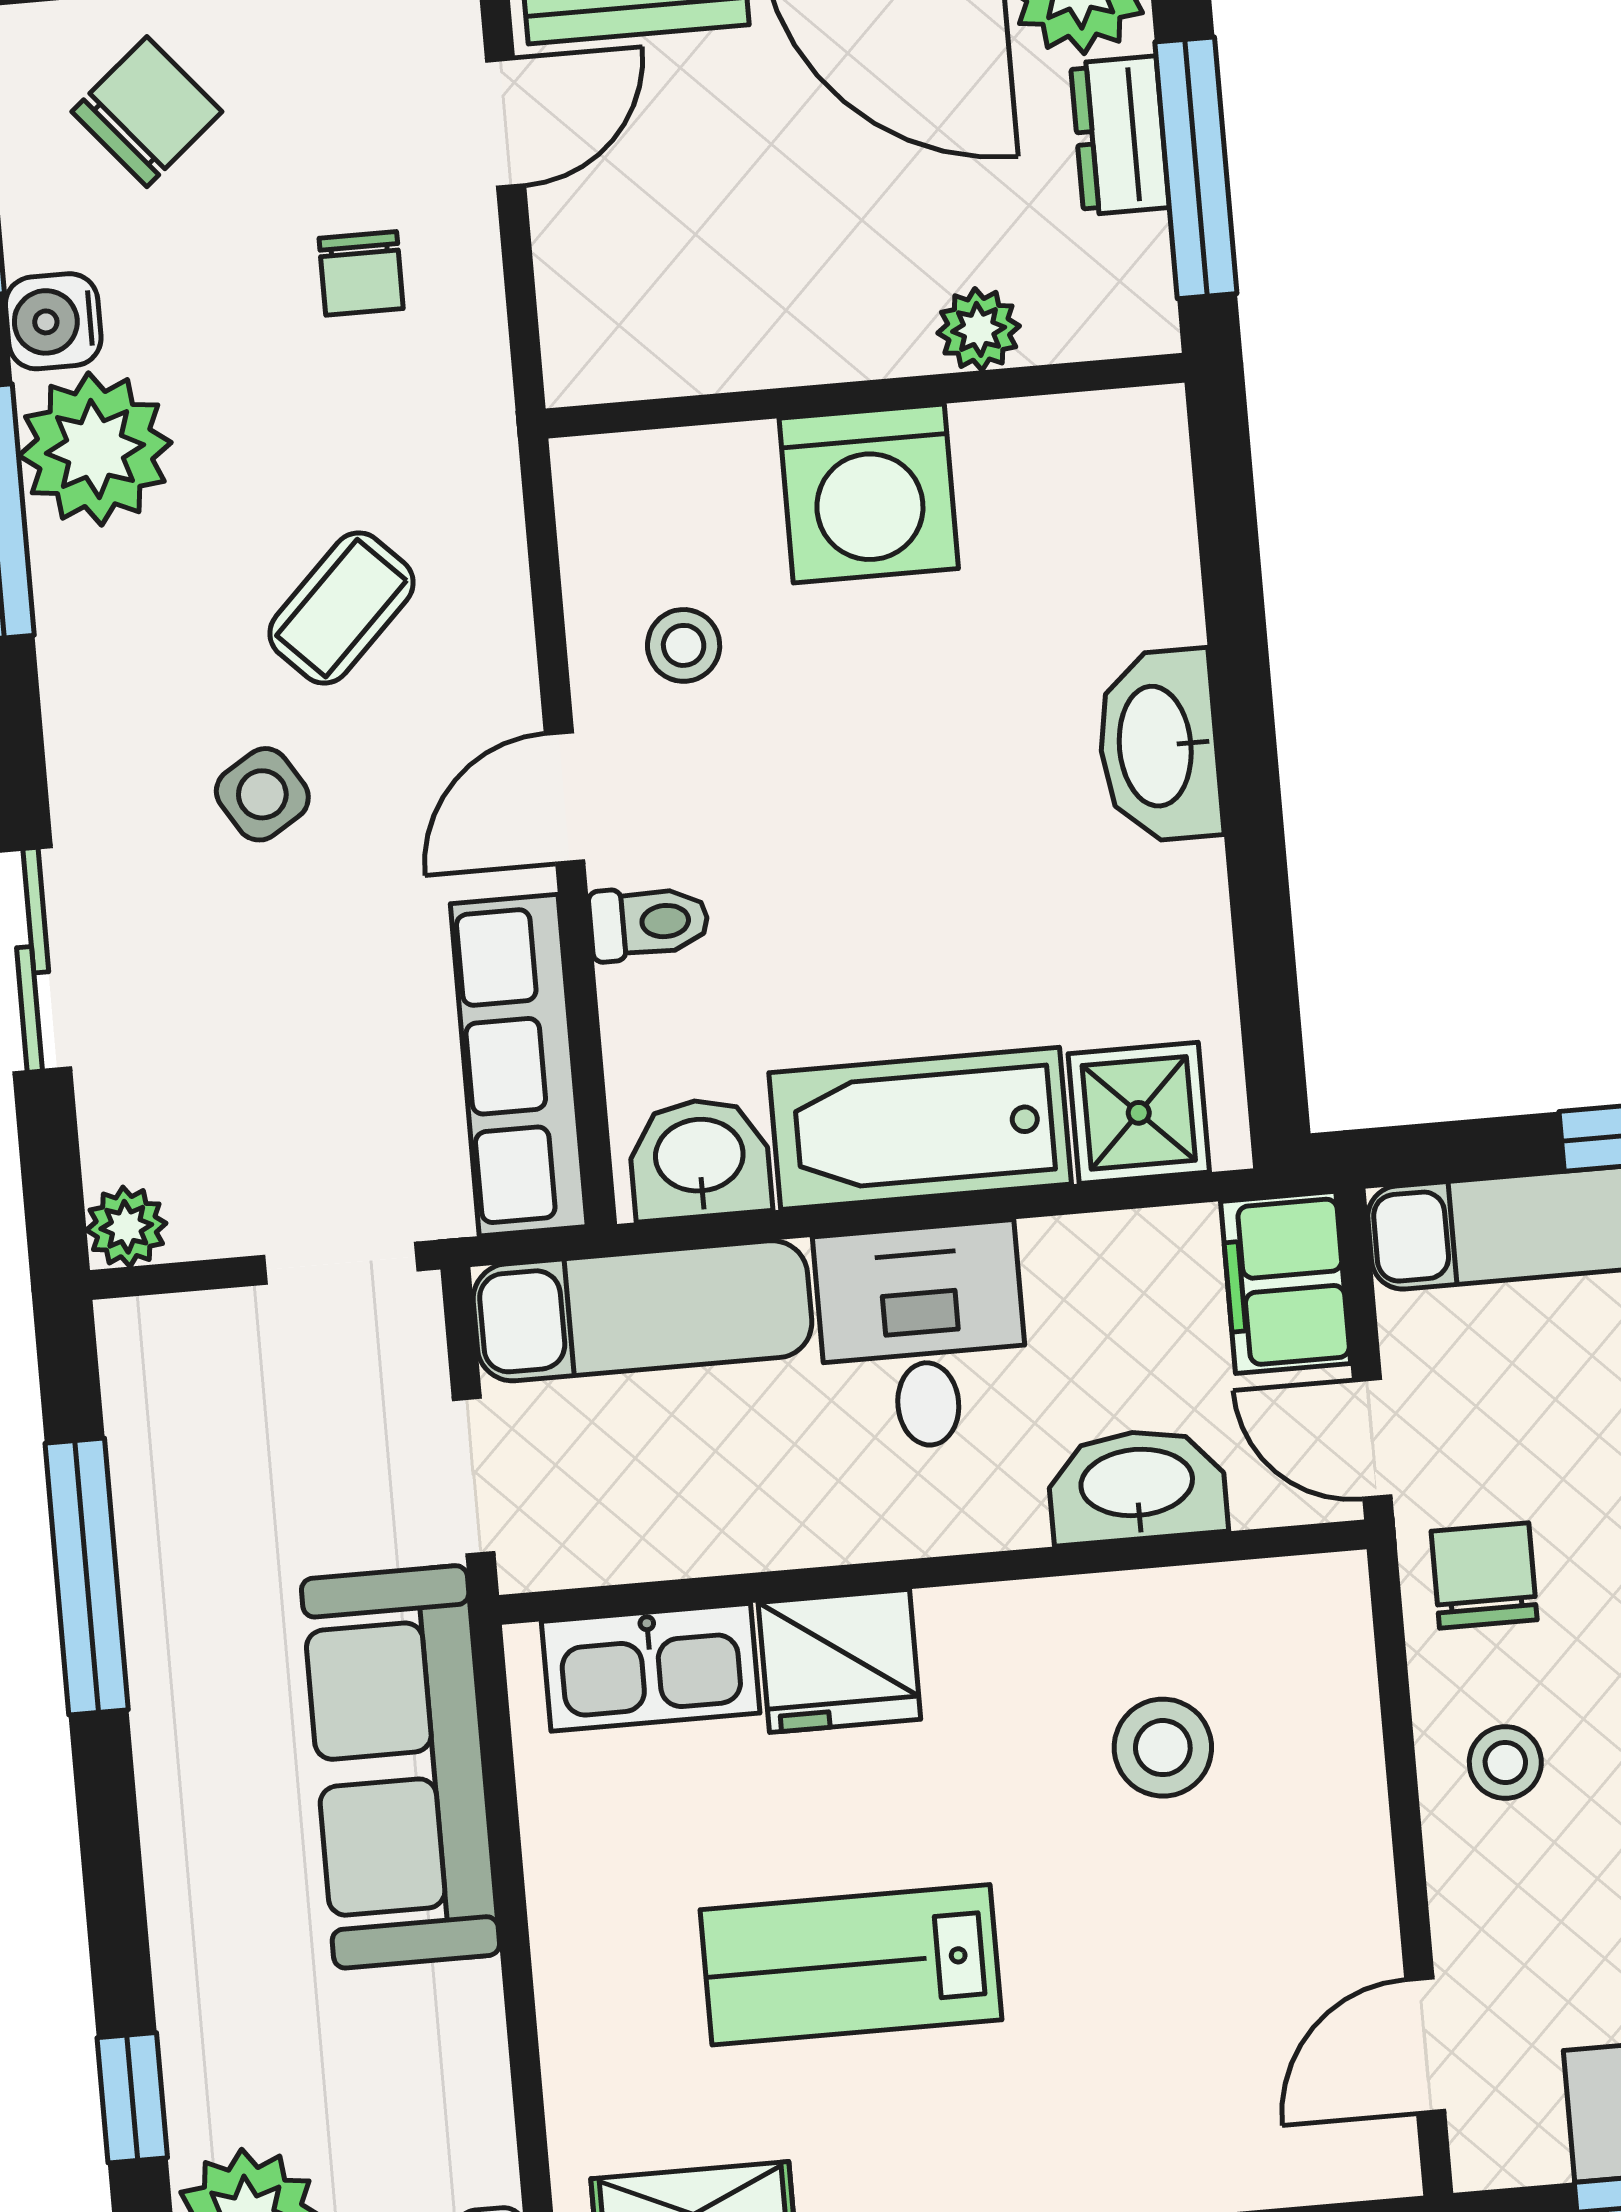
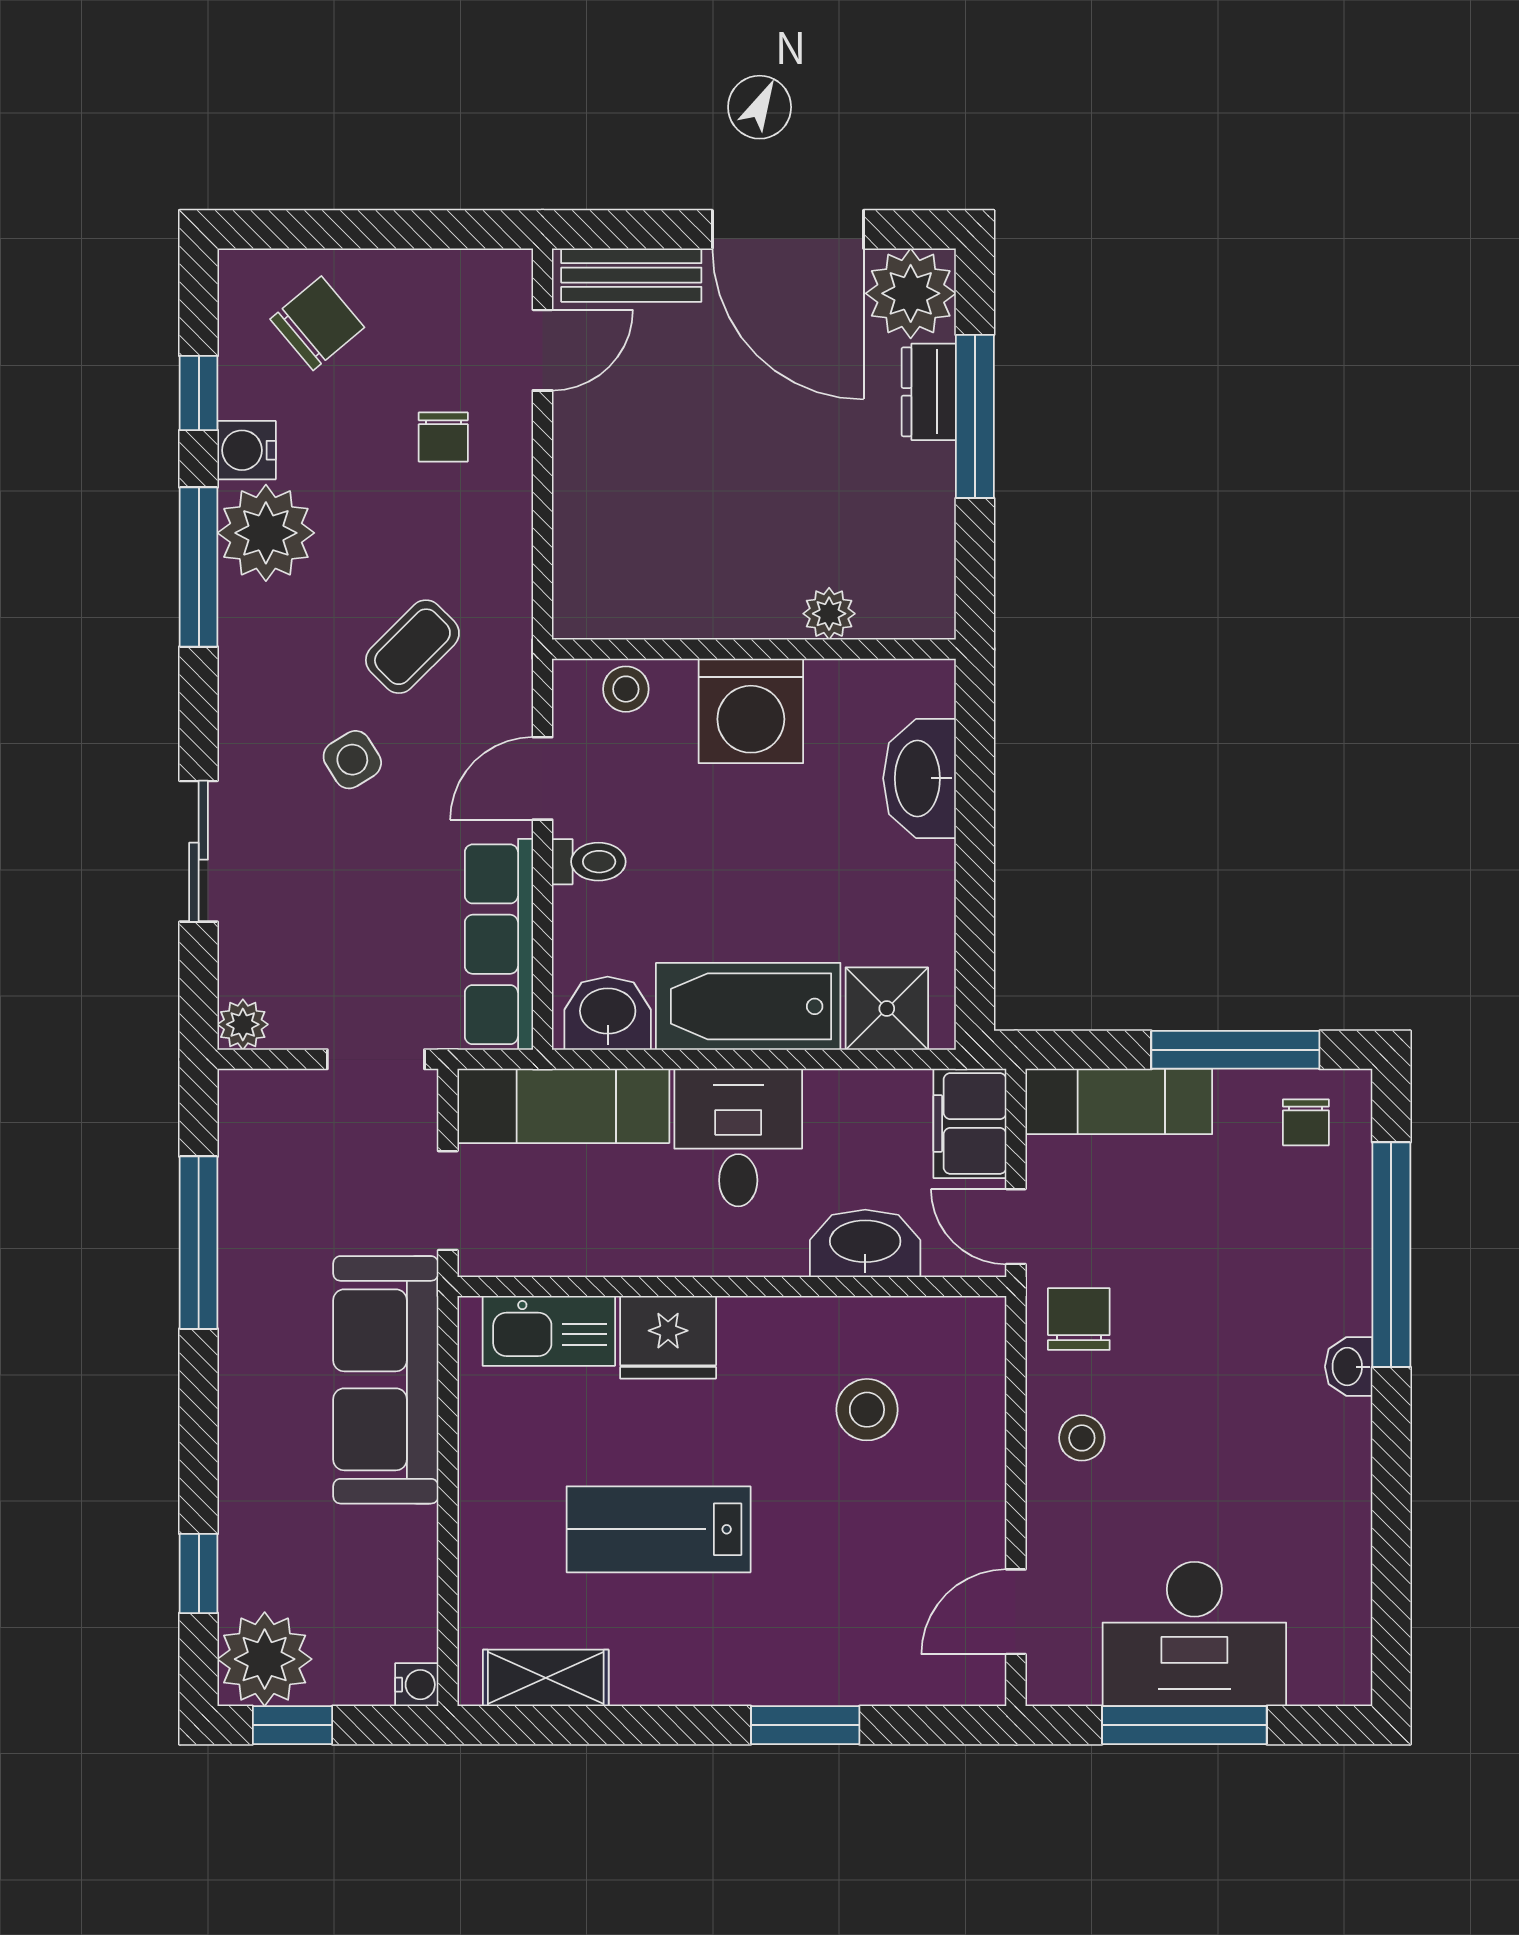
plant: (979, 329) -> (829, 614), moved
wall: (865, 396) -> (754, 649), moved
washing machine: (869, 493) -> (751, 711), moved

